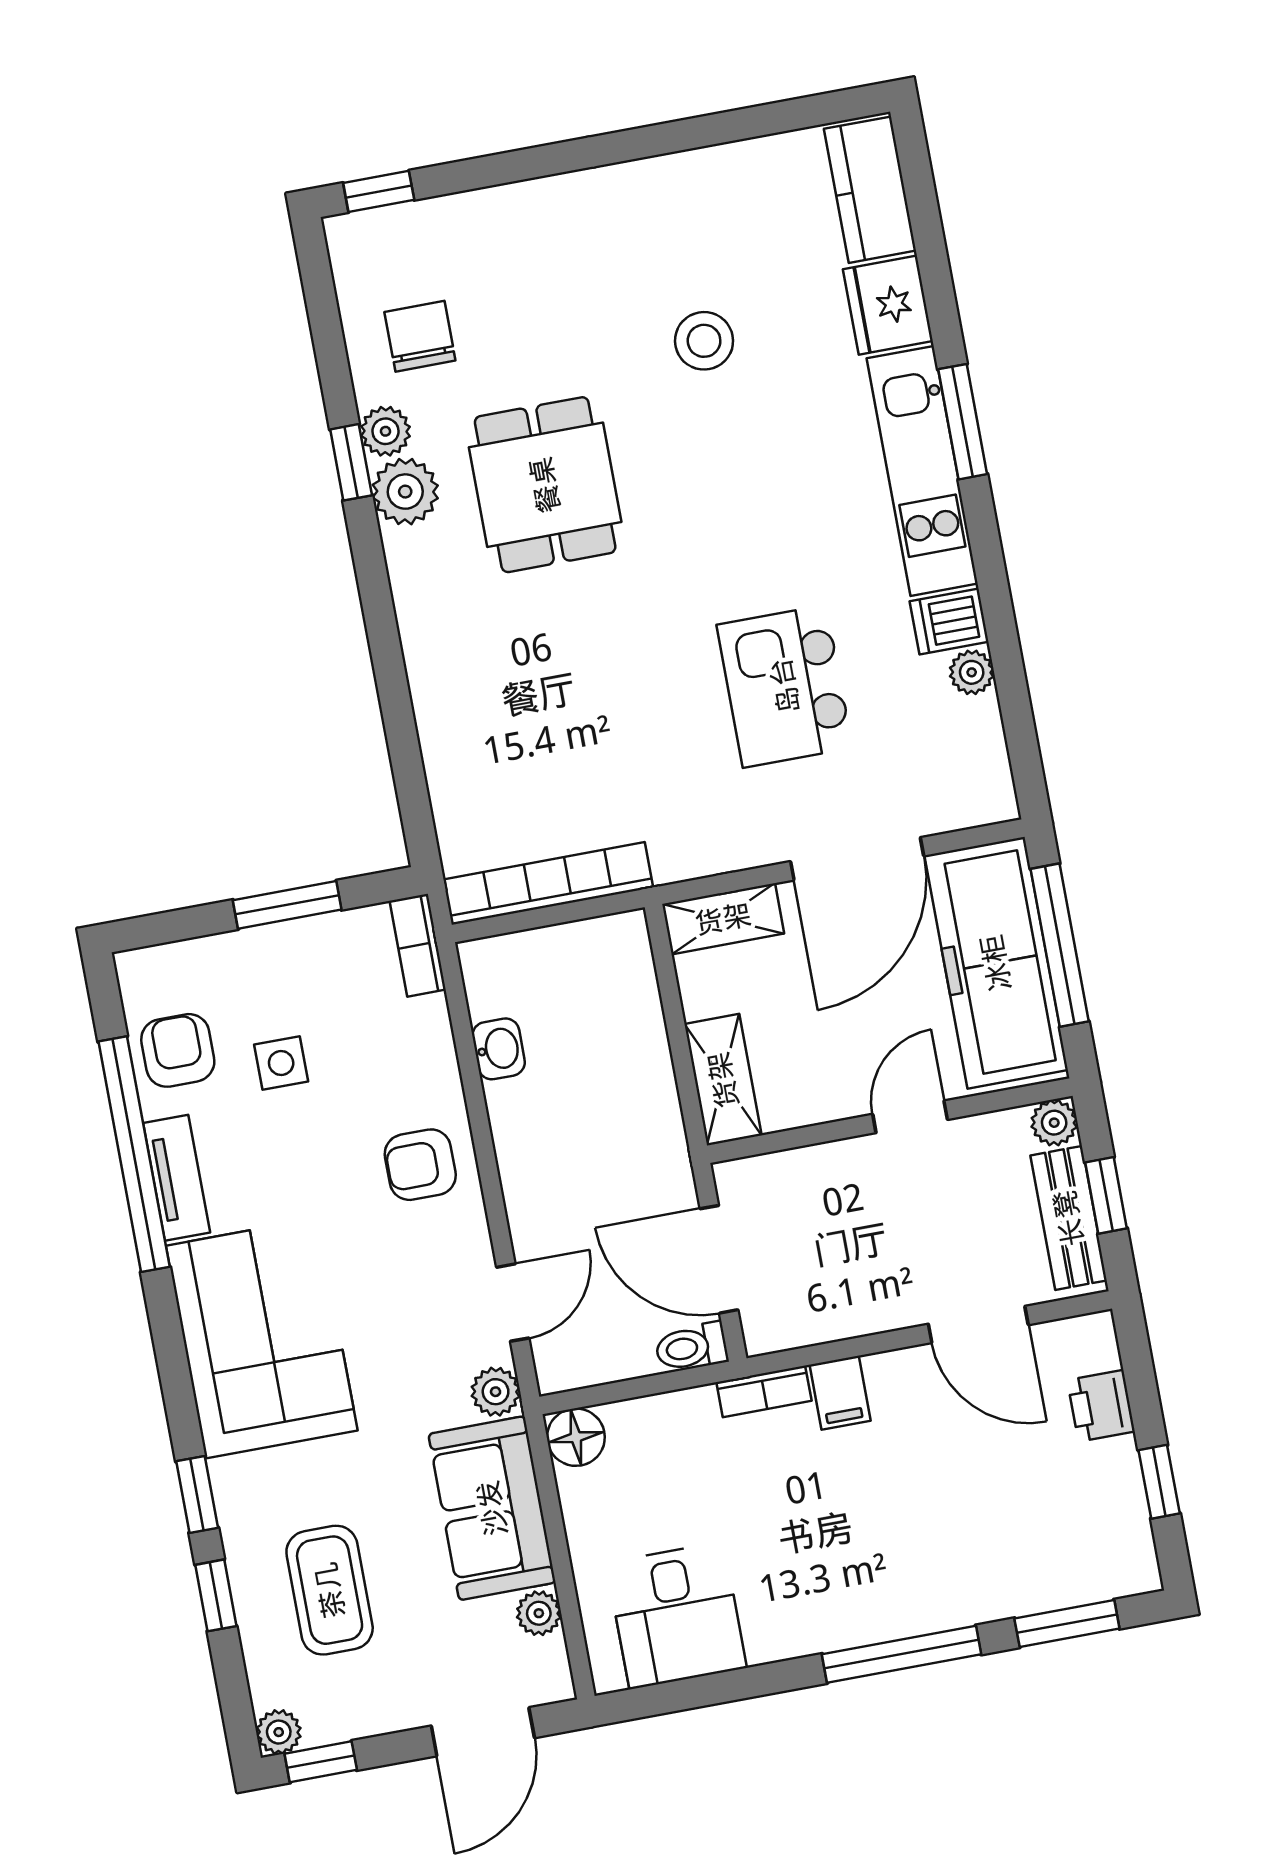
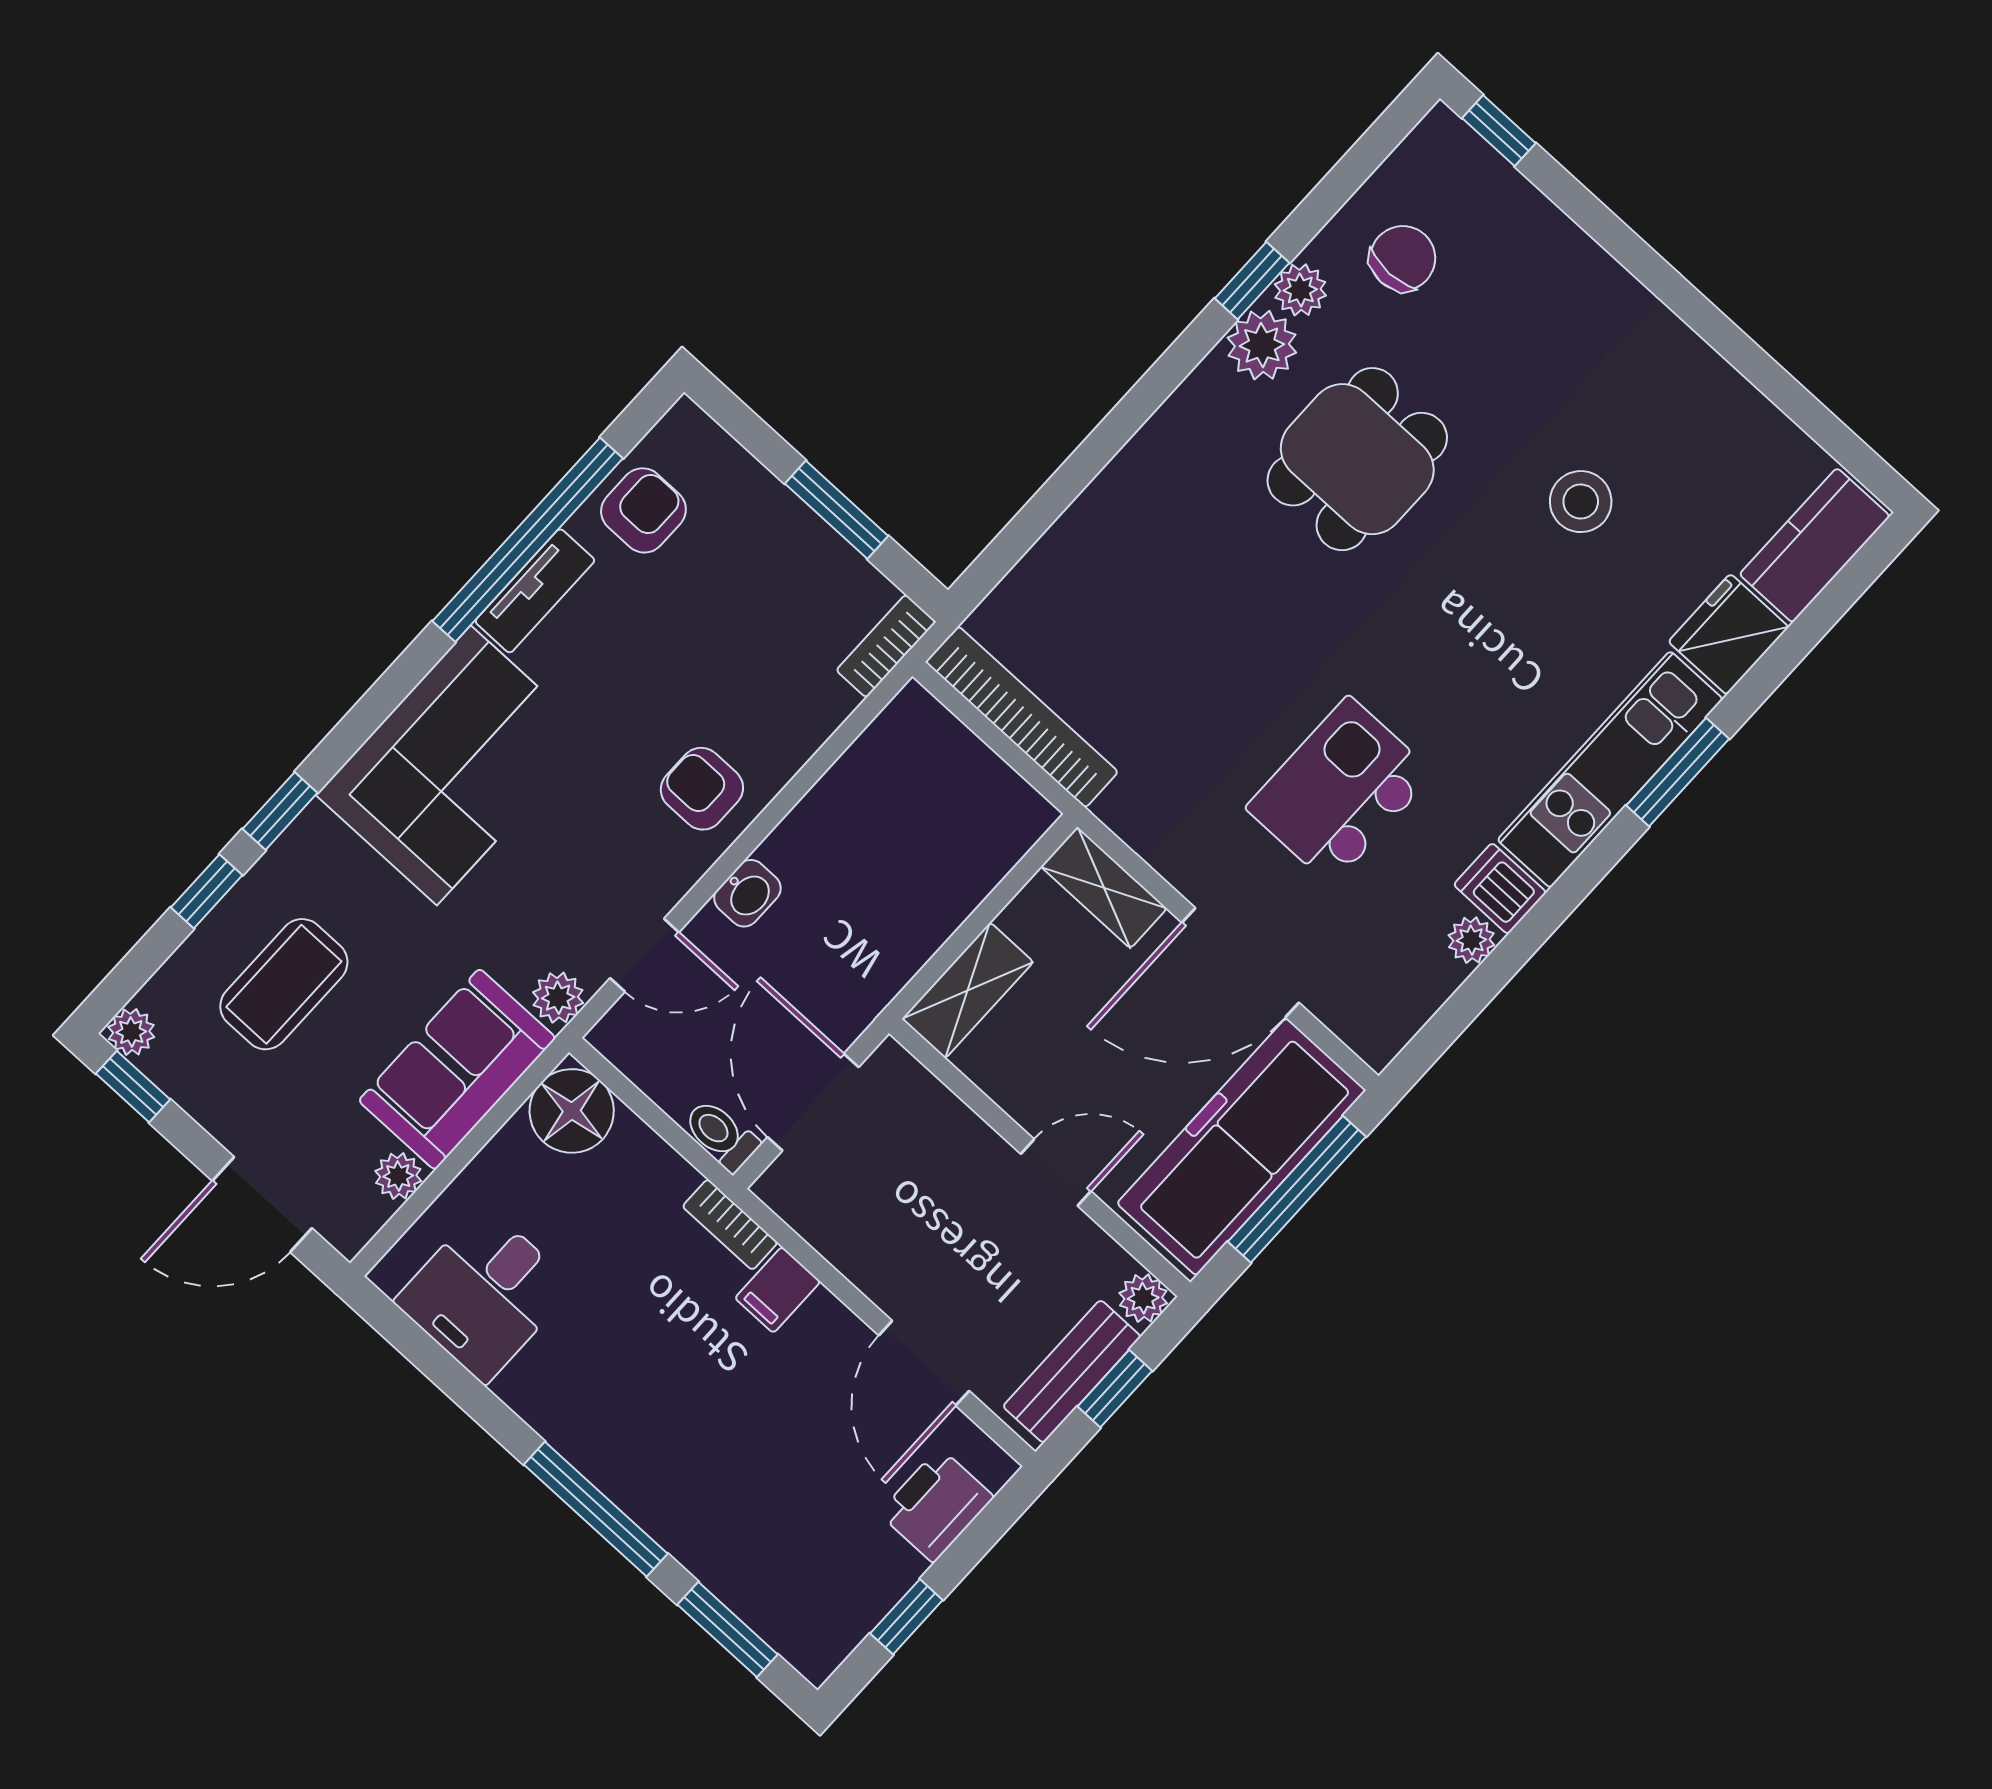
washbasin: (499, 1049) -> (747, 893), moved
side table: (281, 1063) -> (699, 606), removed
printer: (1101, 1406) -> (936, 1505), width x1.36, depth x1.24
floor lamp: (576, 1437) -> (572, 1111), width x1.38, depth x1.38

